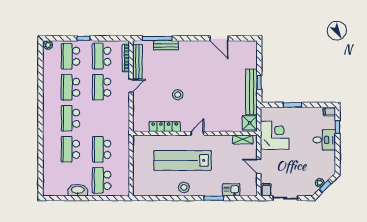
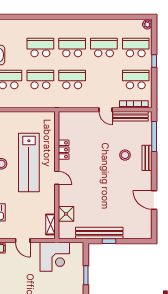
door: (219, 38) -> (154, 200), hinge flipped
bench: (166, 45) -> (147, 158), moved
school desk: (102, 87) -> (72, 79), moved
stool: (178, 95) -> (125, 155), moved
shower: (250, 123) -> (66, 214), moved
locker: (165, 127) -> (64, 150), width x0.66
lab bench: (183, 160) -> (29, 162), turned 180
door: (259, 166) -> (23, 241), swing flipped

